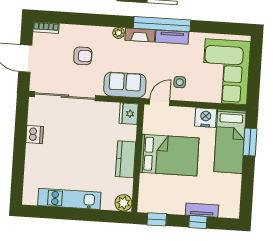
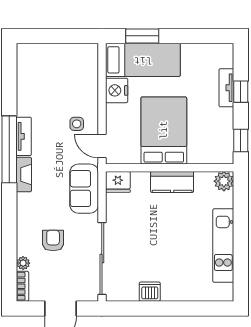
plant: (119, 33) -> (23, 263), moved
corner sofa: (226, 72) -> (61, 70), removed

